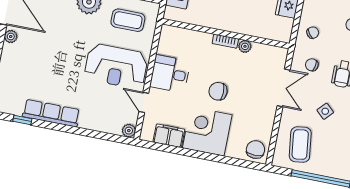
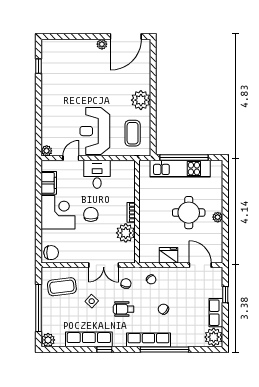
plant: (245, 46) -> (126, 233), width x1.88, depth x1.88
row of seats: (51, 113) -> (48, 88), removed

